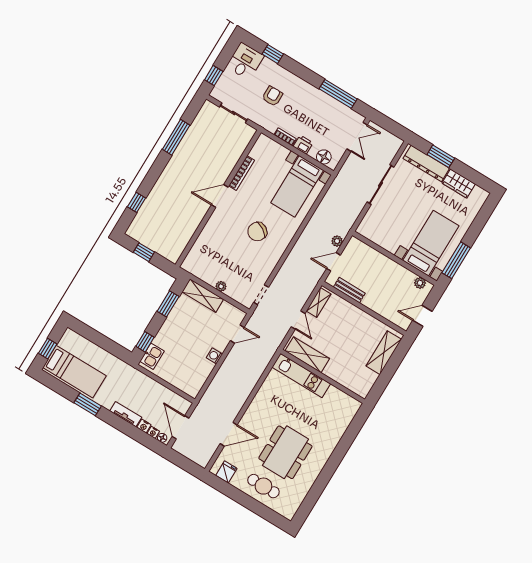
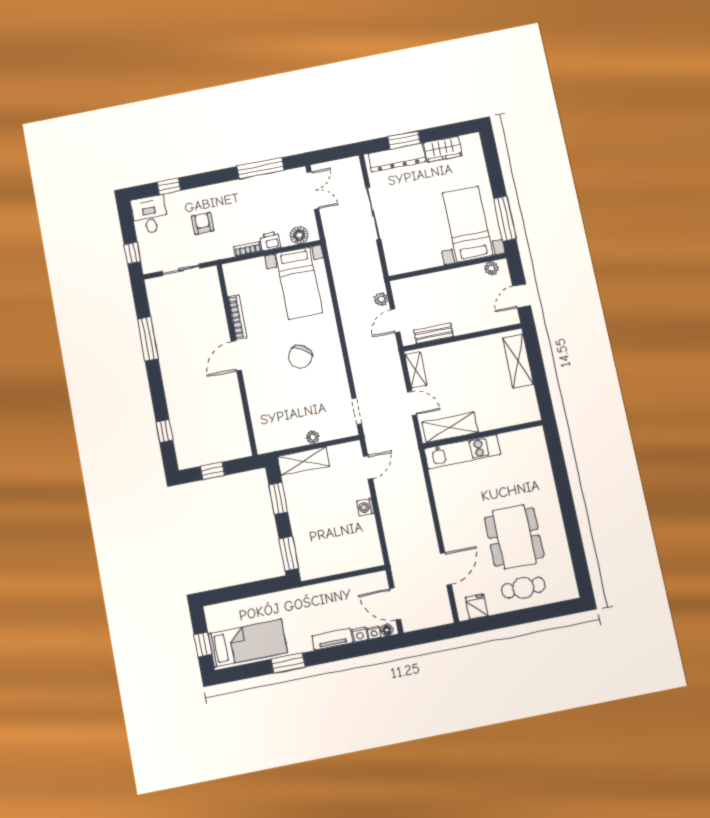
window: (145, 342) -> (289, 554), width x1.50
kitchen sink: (152, 356) -> (308, 561), removed

